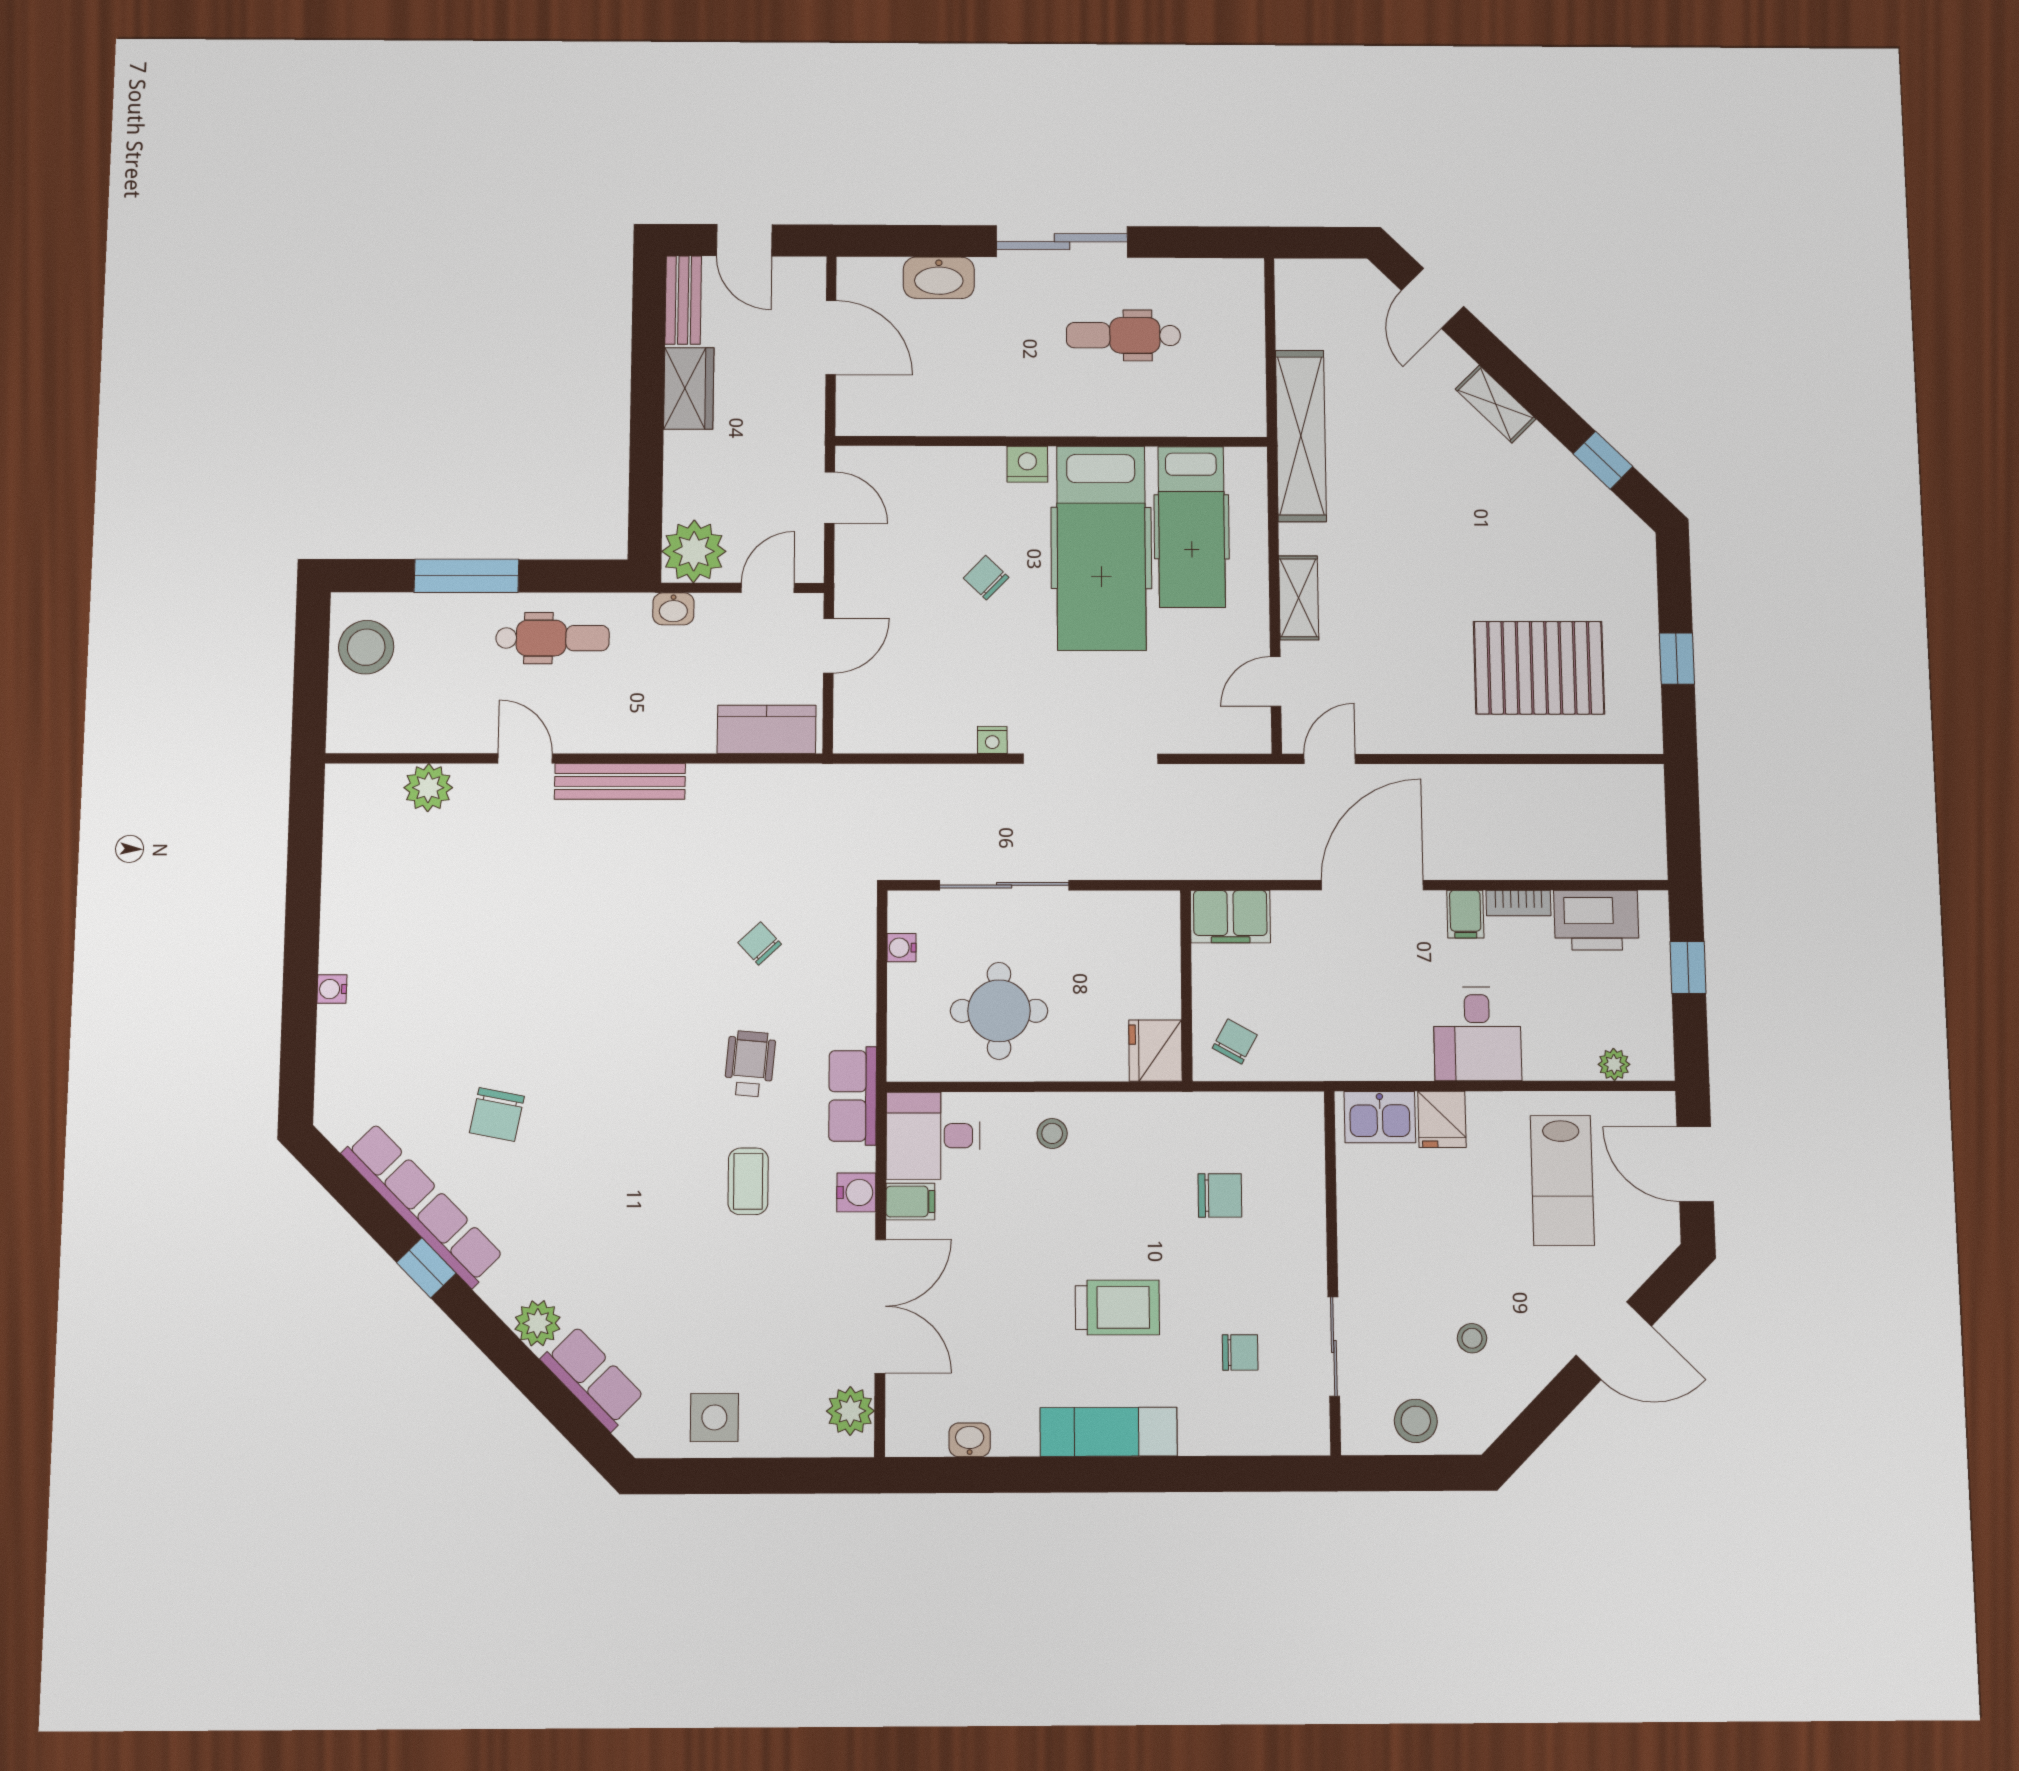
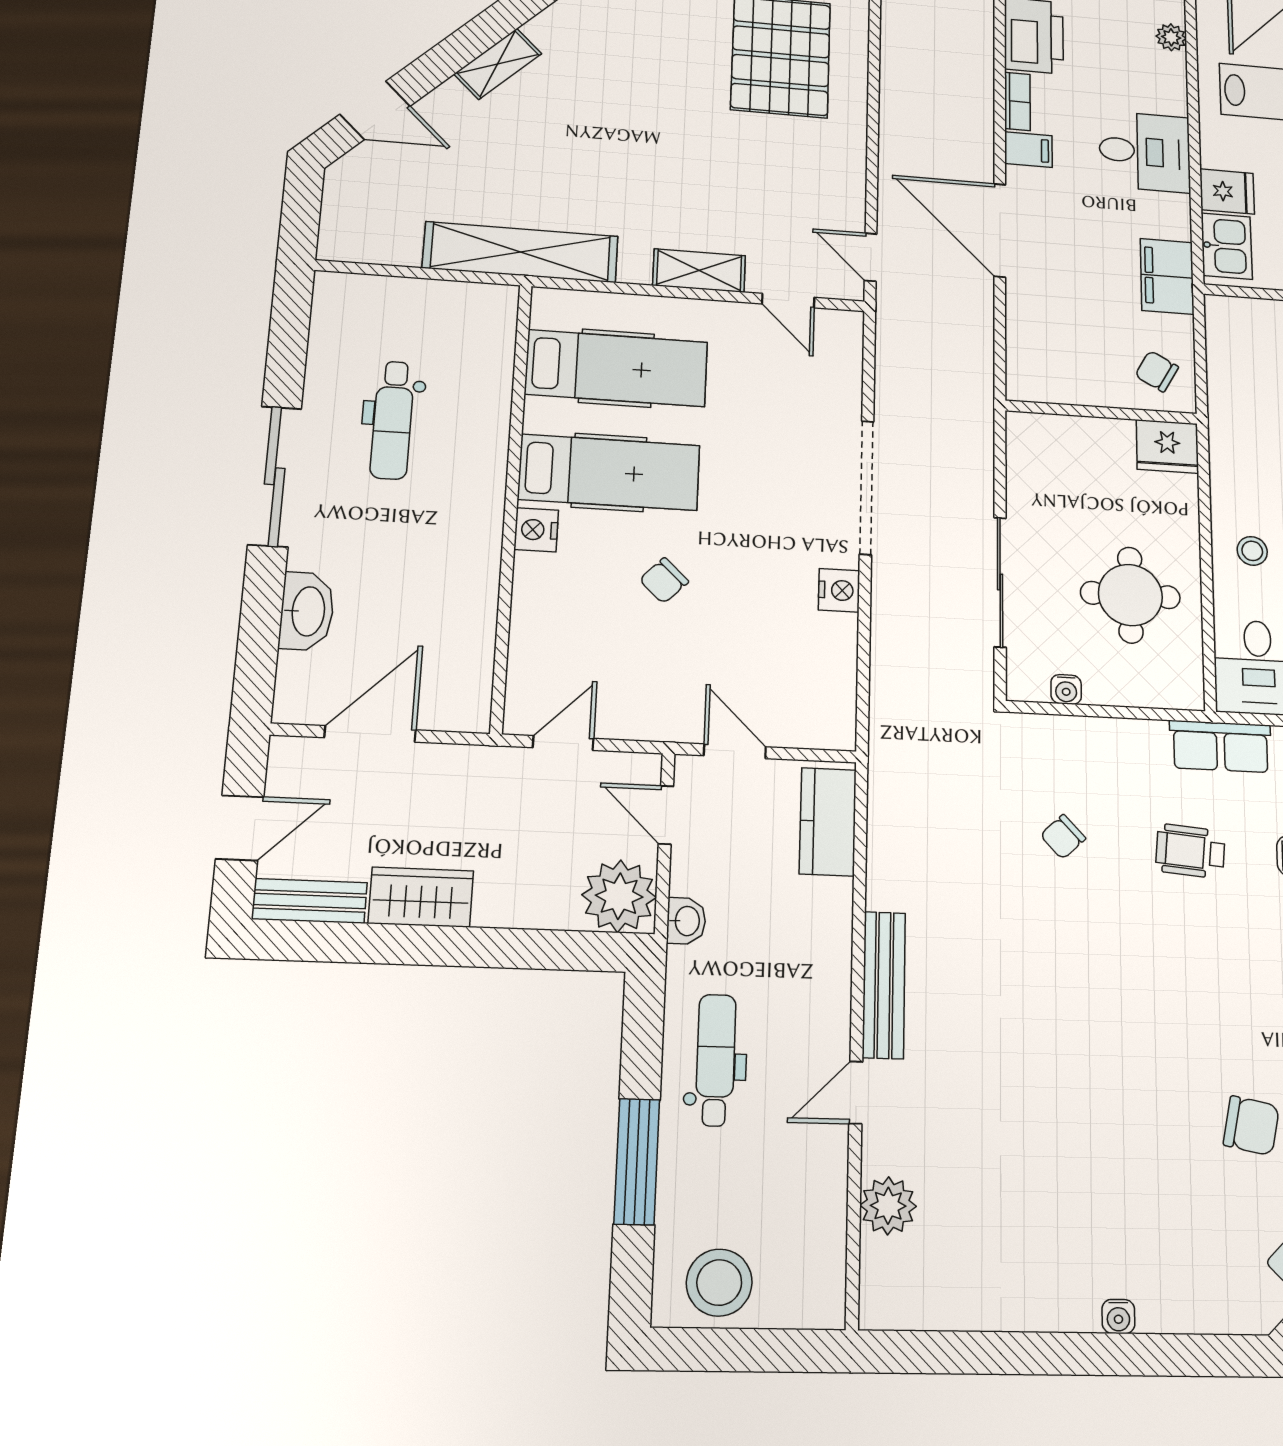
hospital bed: (1101, 548) -> (609, 472), width x0.73, depth x0.78
nightstand: (992, 740) -> (839, 590), width x1.39, depth x1.35
filing cabinet: (1230, 917) -> (1167, 276), moved, turned 180

